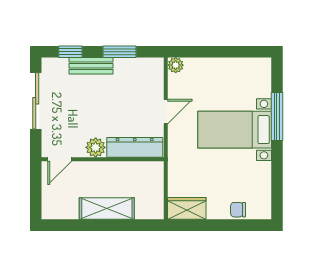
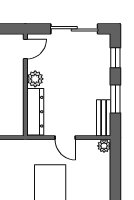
bench: (91, 66) -> (104, 118), moved
door: (60, 159) -> (25, 49), swing flipped

